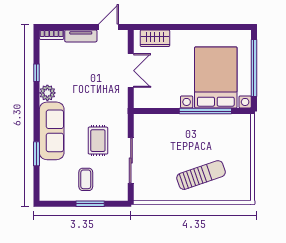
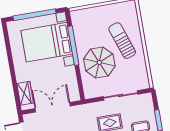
double door: (131, 71) -> (53, 107), width x1.37
parasol: (178, 141) -> (99, 62), added

